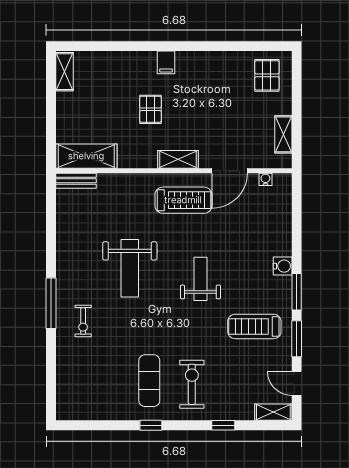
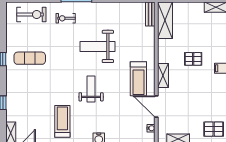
weight bench: (200, 279) -> (91, 89), turned -90
exercise bike: (192, 384) -> (31, 15), moved

